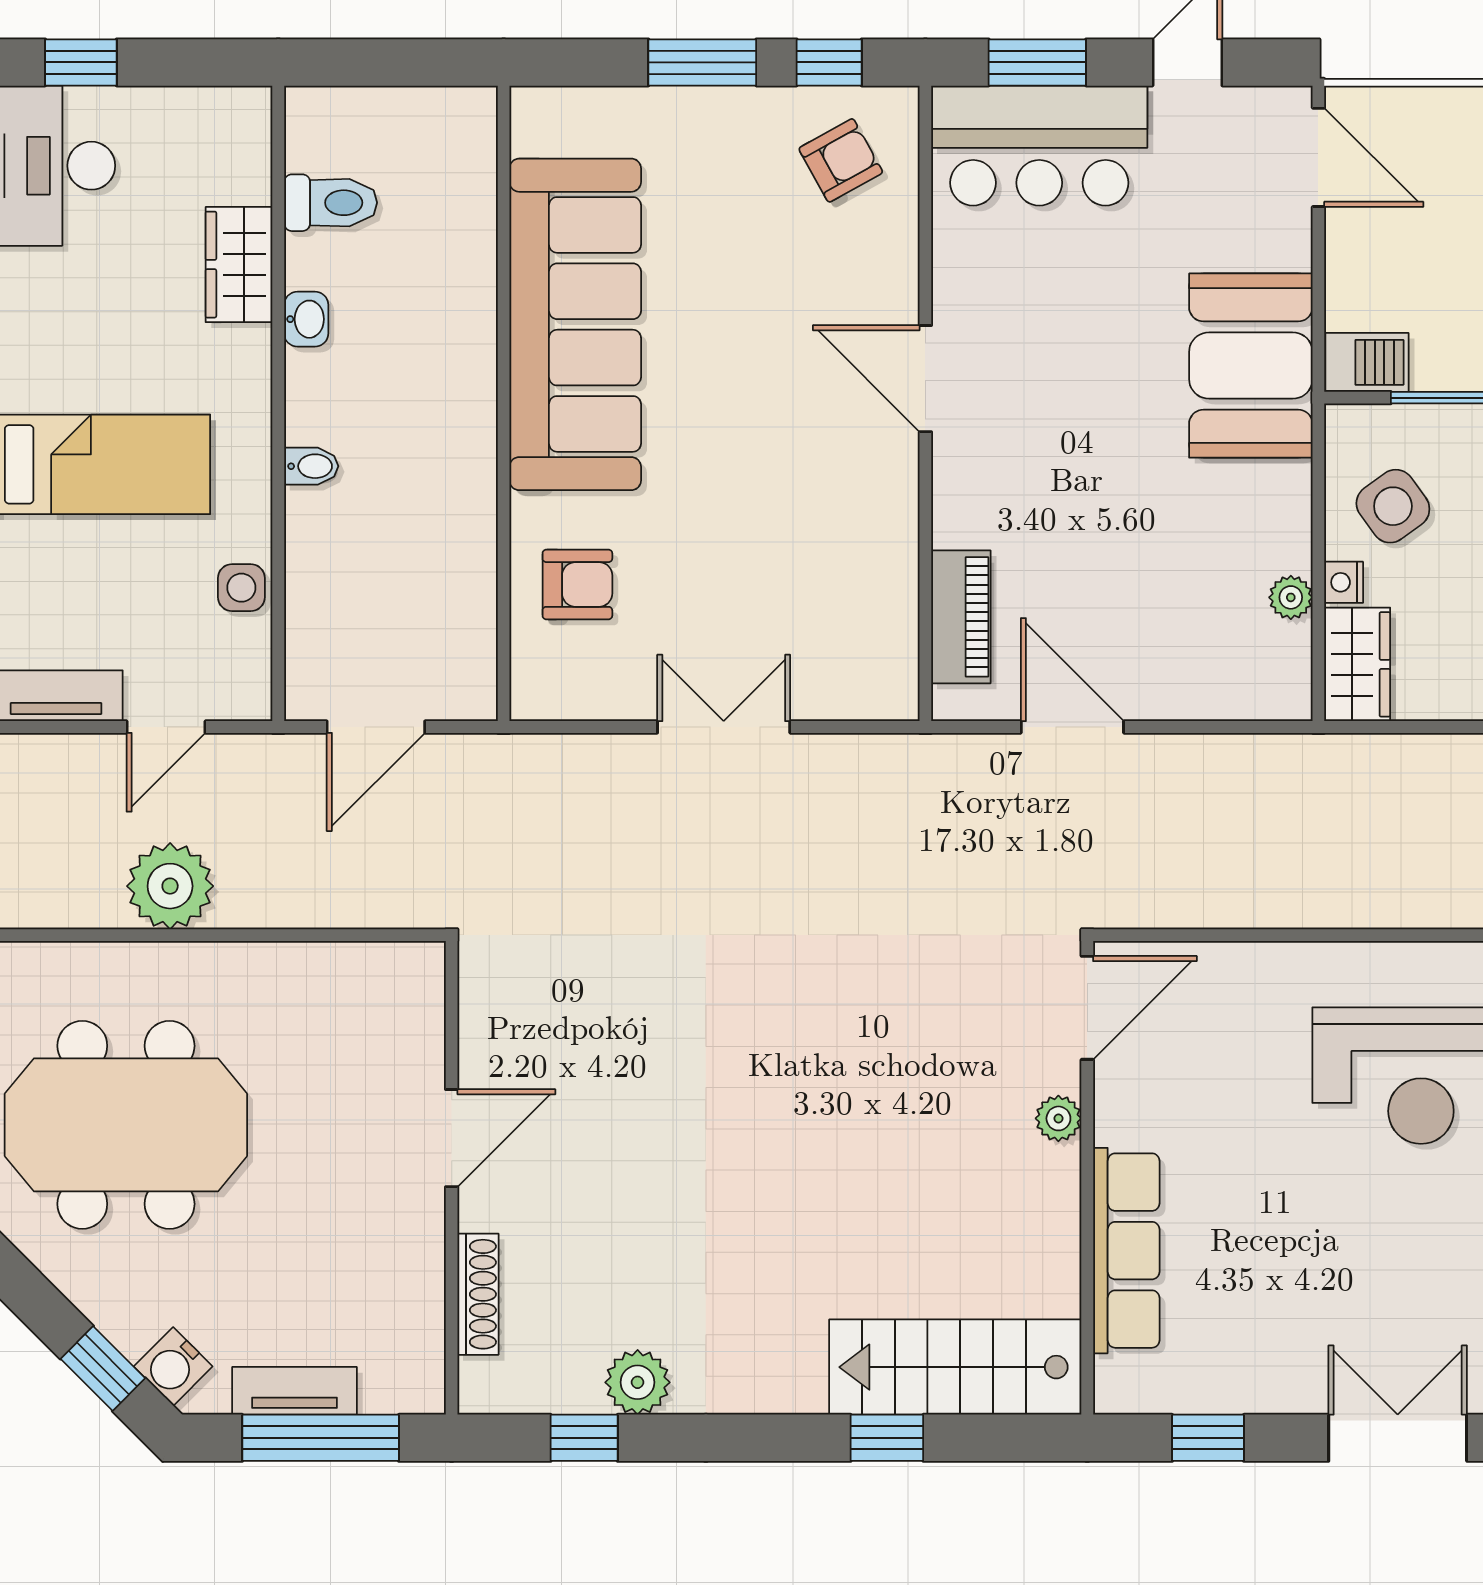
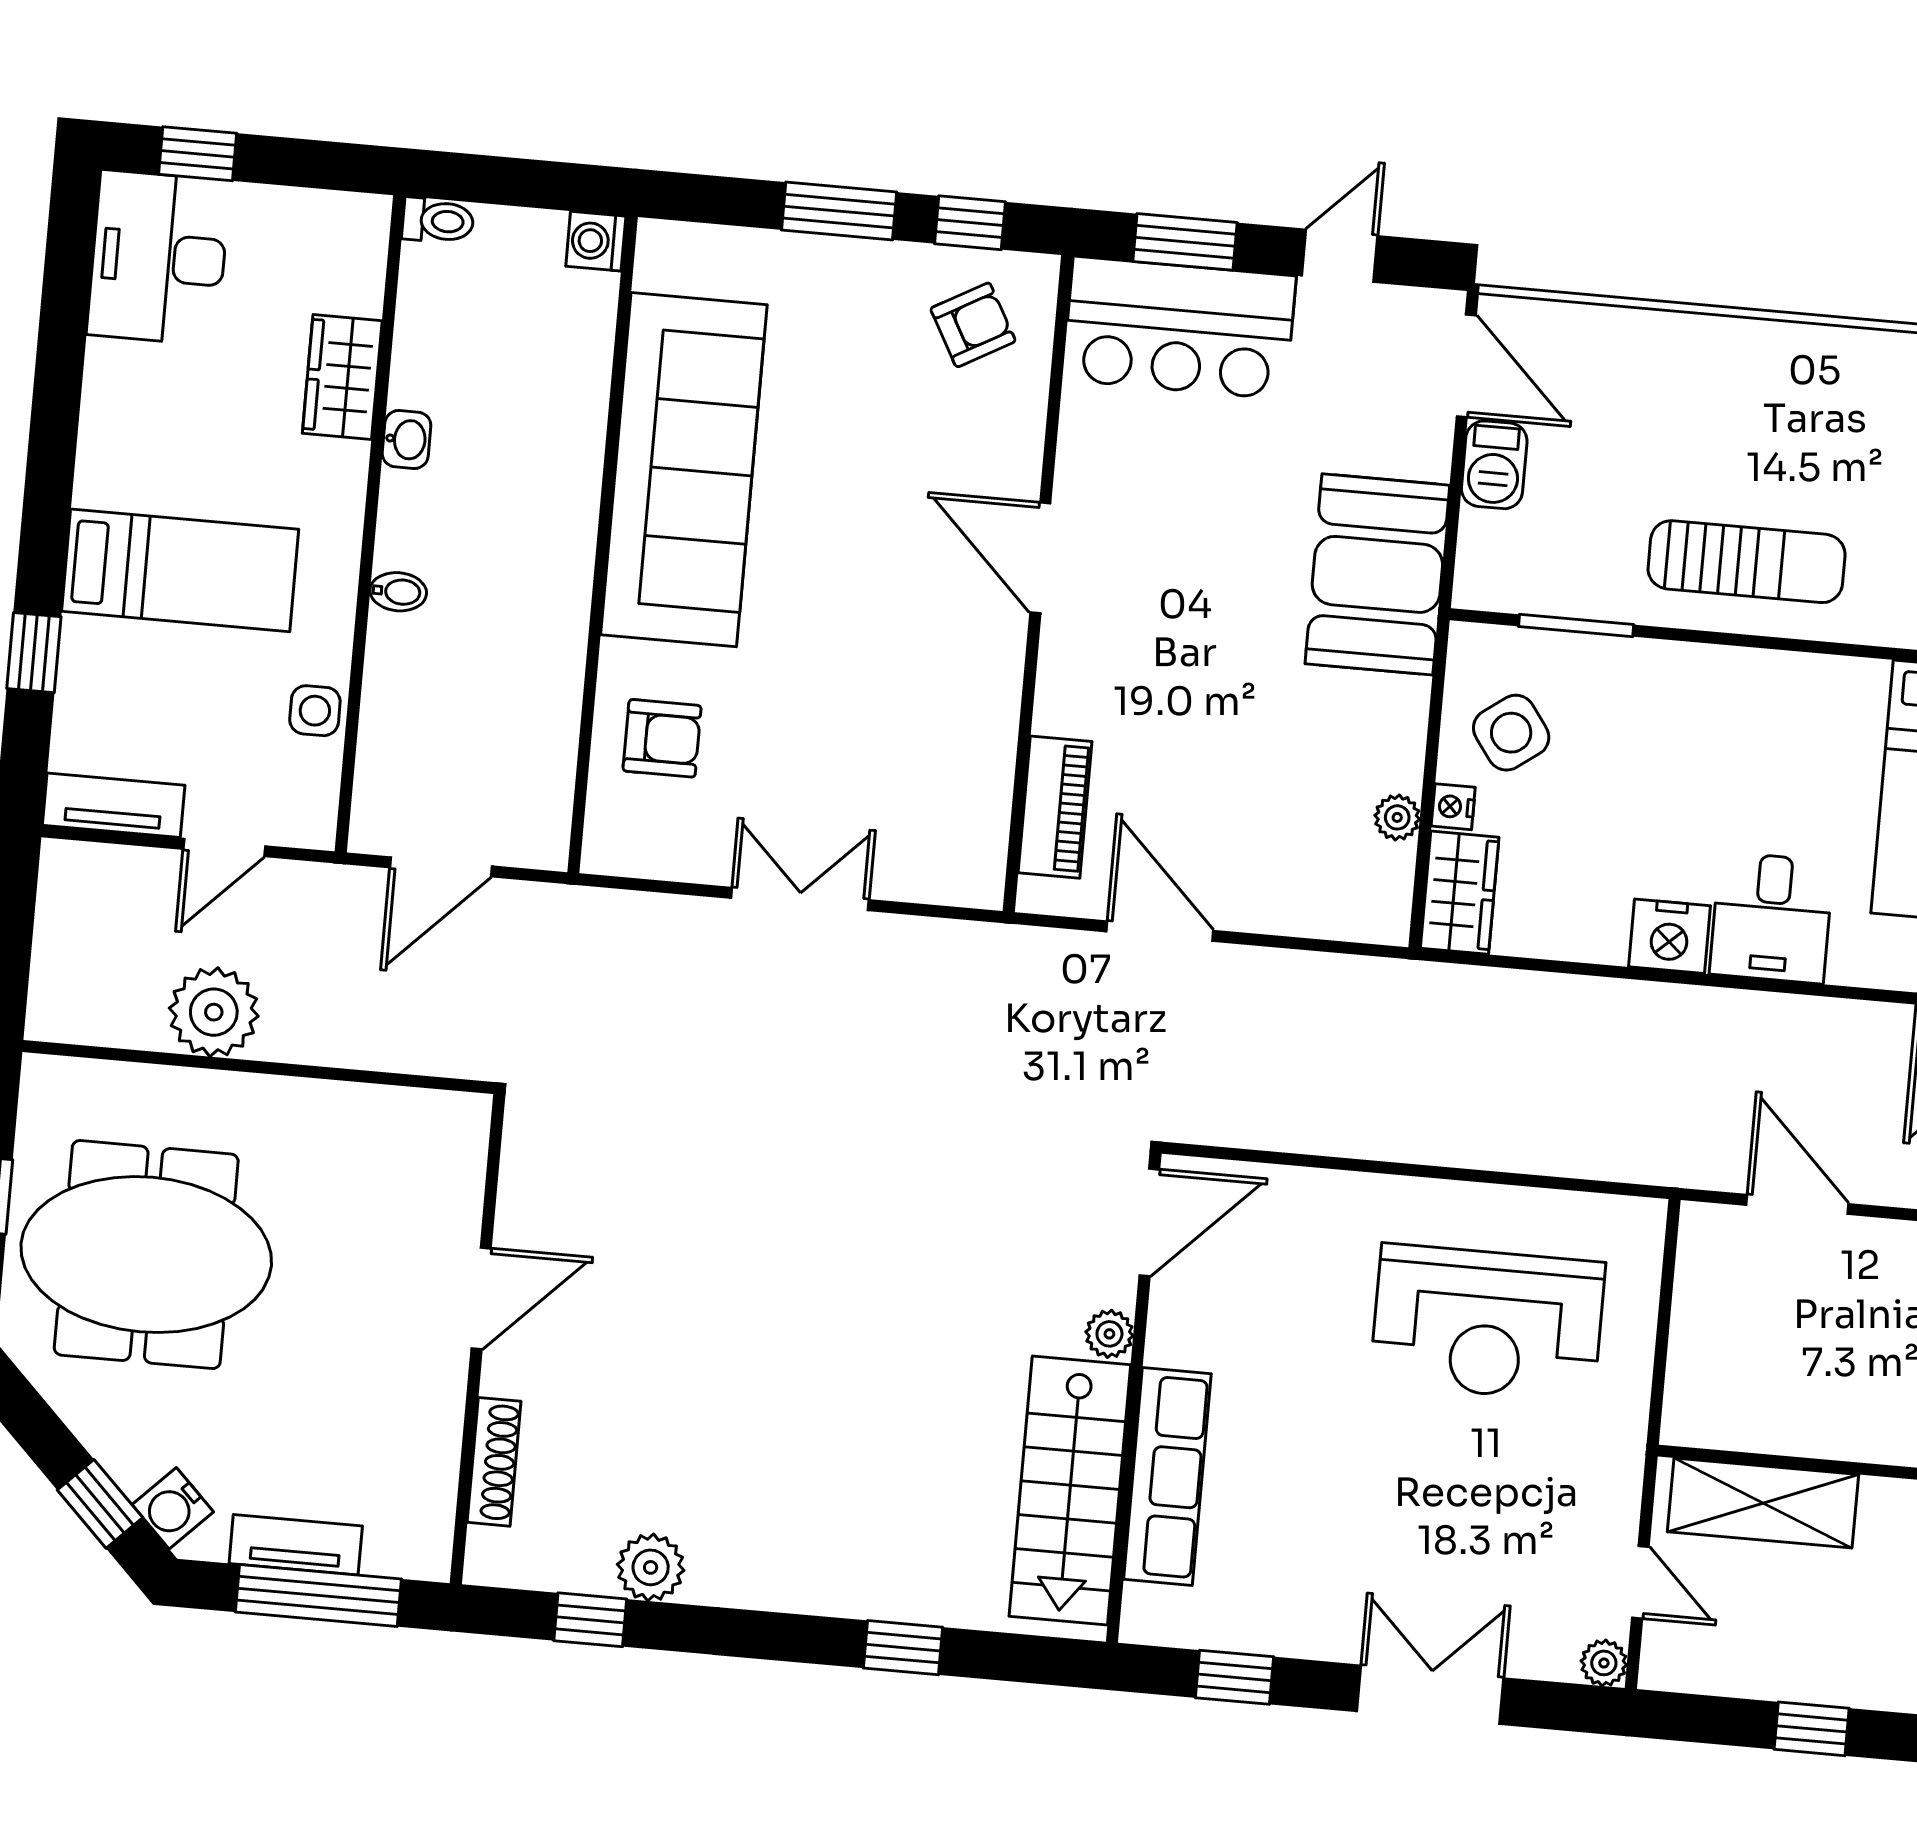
washing machine: (471, 112) -> (596, 241), added
toilet: (331, 203) -> (438, 221), moved, width x0.73, depth x0.72
barbecue: (1367, 362) -> (1494, 465), moved, turned 90
stairs: (955, 1367) -> (1070, 1490), moved, turned -90

